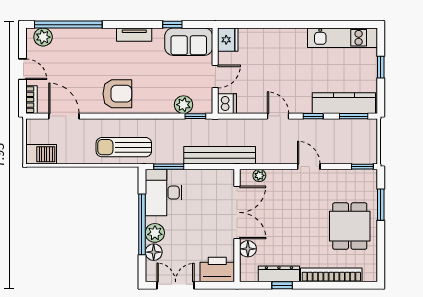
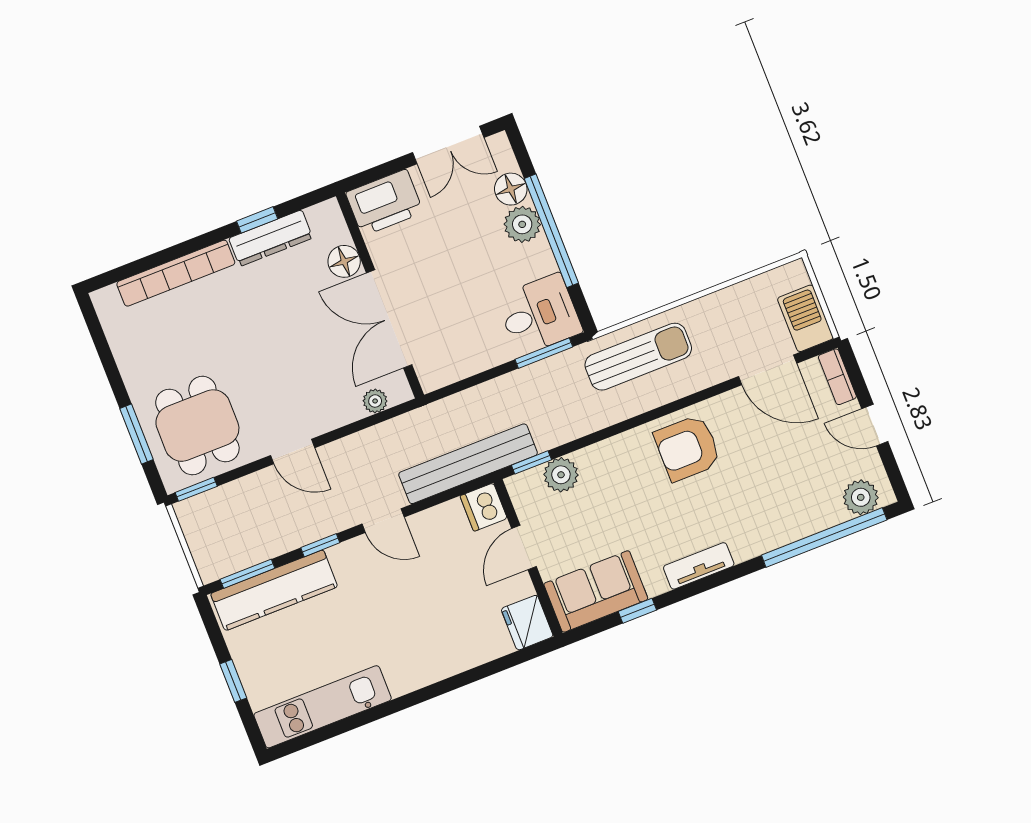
barbecue: (41, 154) -> (805, 318), moved, turned 90
bench: (220, 155) -> (468, 464), moved
desk: (164, 193) -> (539, 314), width x0.73
dining table: (350, 226) -> (197, 426), moved

